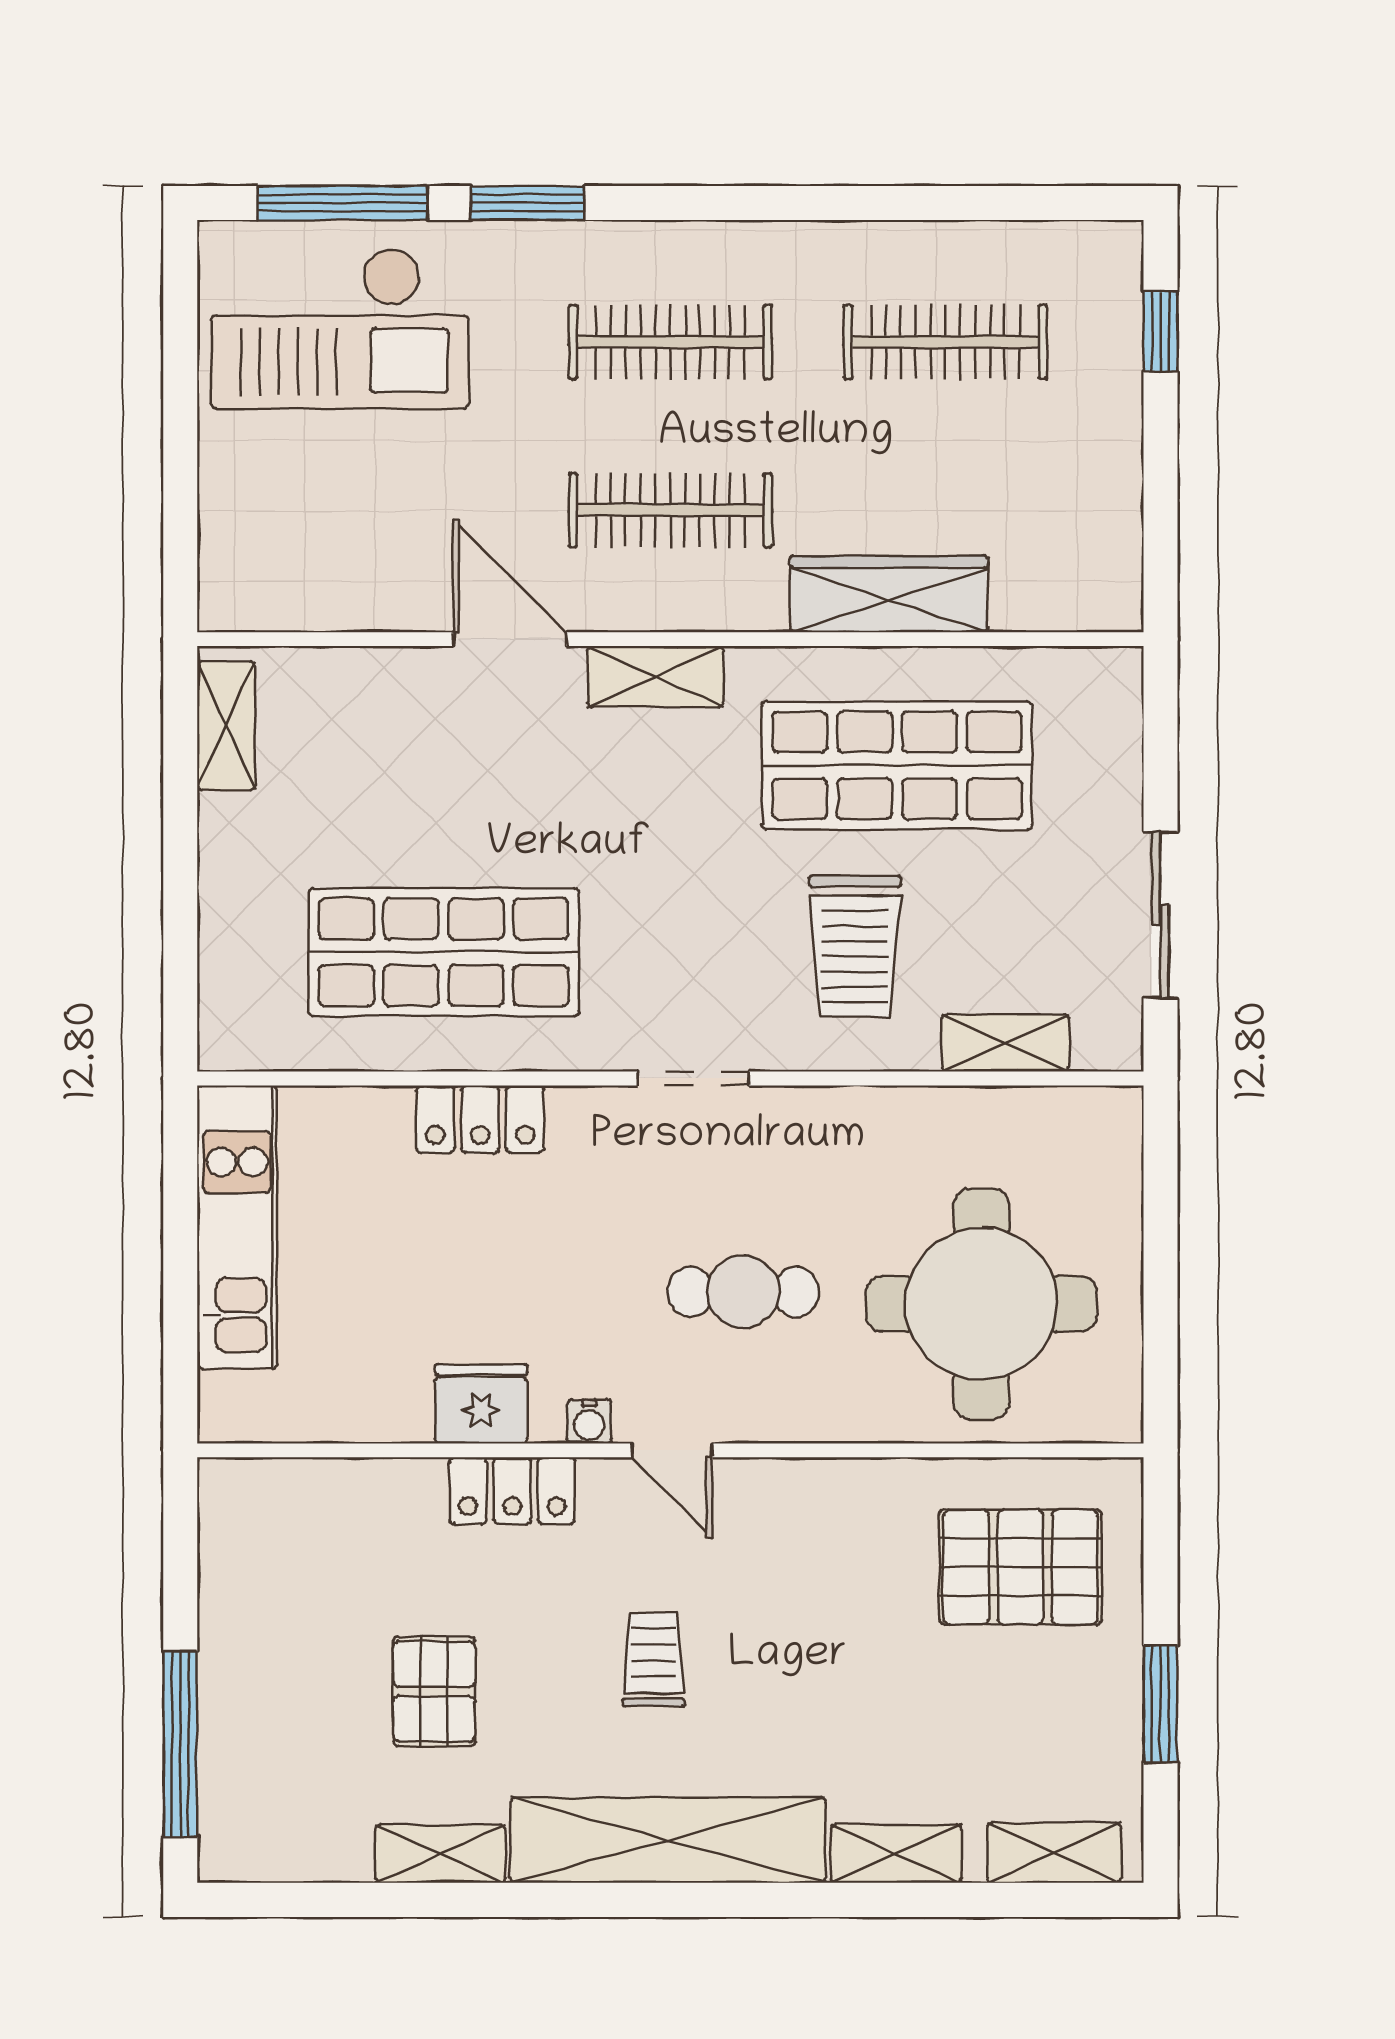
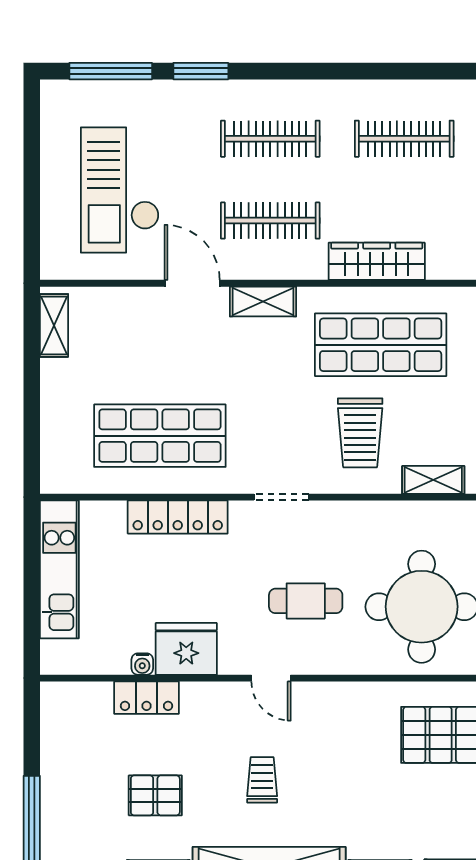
checkout: (340, 328) -> (120, 190), moved, turned 90
locker: (480, 1119) -> (178, 517), width x1.53
fridge: (481, 1404) -> (186, 649), width x1.36, depth x1.34
water cooler: (589, 1421) -> (142, 664), moved
locker: (512, 1491) -> (147, 698), moved
pallet: (434, 1691) -> (155, 795), turned 90

